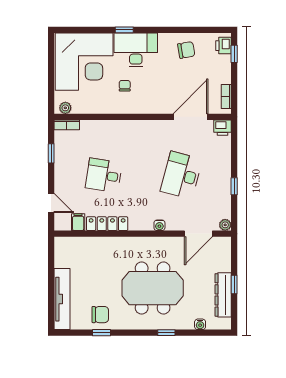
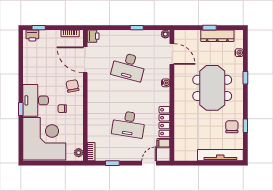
chair: (186, 50) -> (72, 86), moved
desk: (104, 175) -> (129, 124), width x1.37

